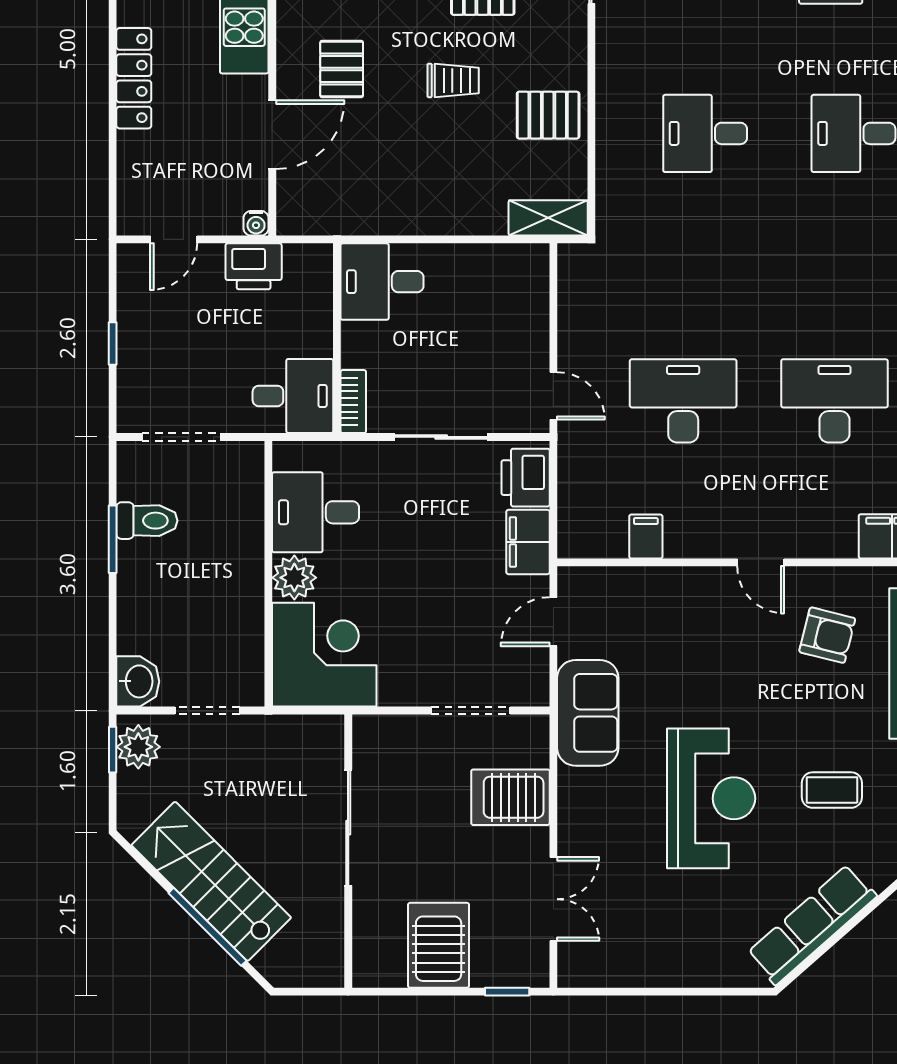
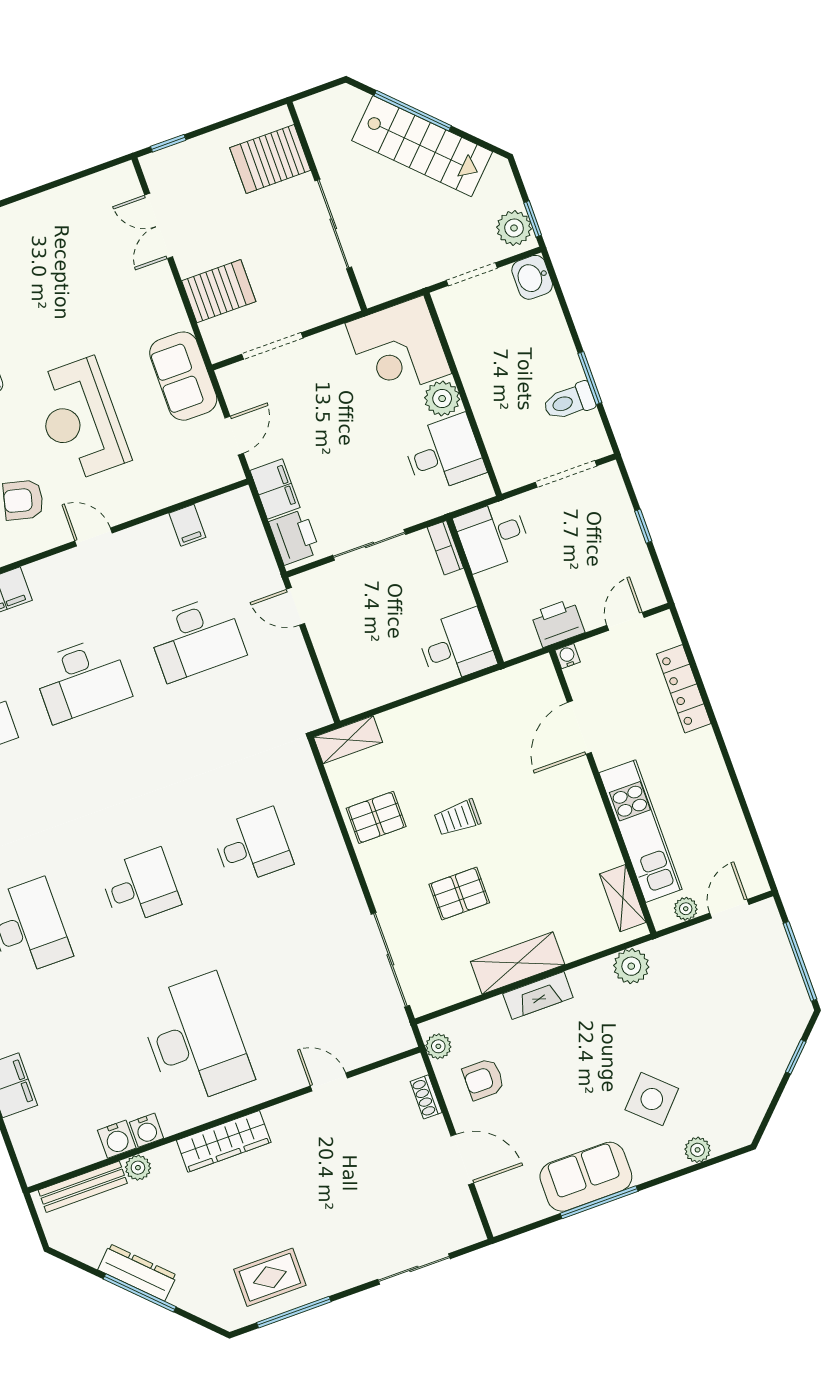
pallet: (342, 69) -> (545, 796), removed
locker: (134, 78) -> (684, 689), moved
reception desk: (711, 798) -> (80, 419), moved
server rack: (439, 945) -> (270, 159), moved, turned 90

